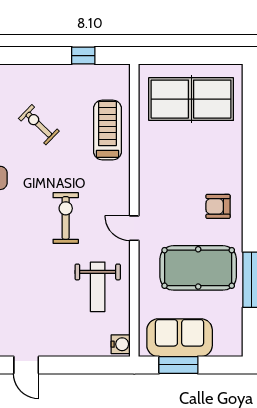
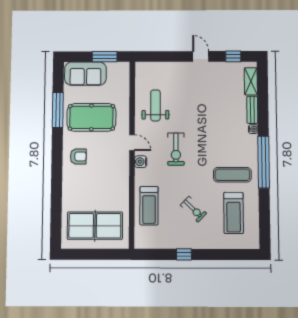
window: (83, 56) -> (184, 254), moved
sofa: (180, 338) -> (85, 74), moved
water cooler: (121, 344) -> (141, 162), moved

